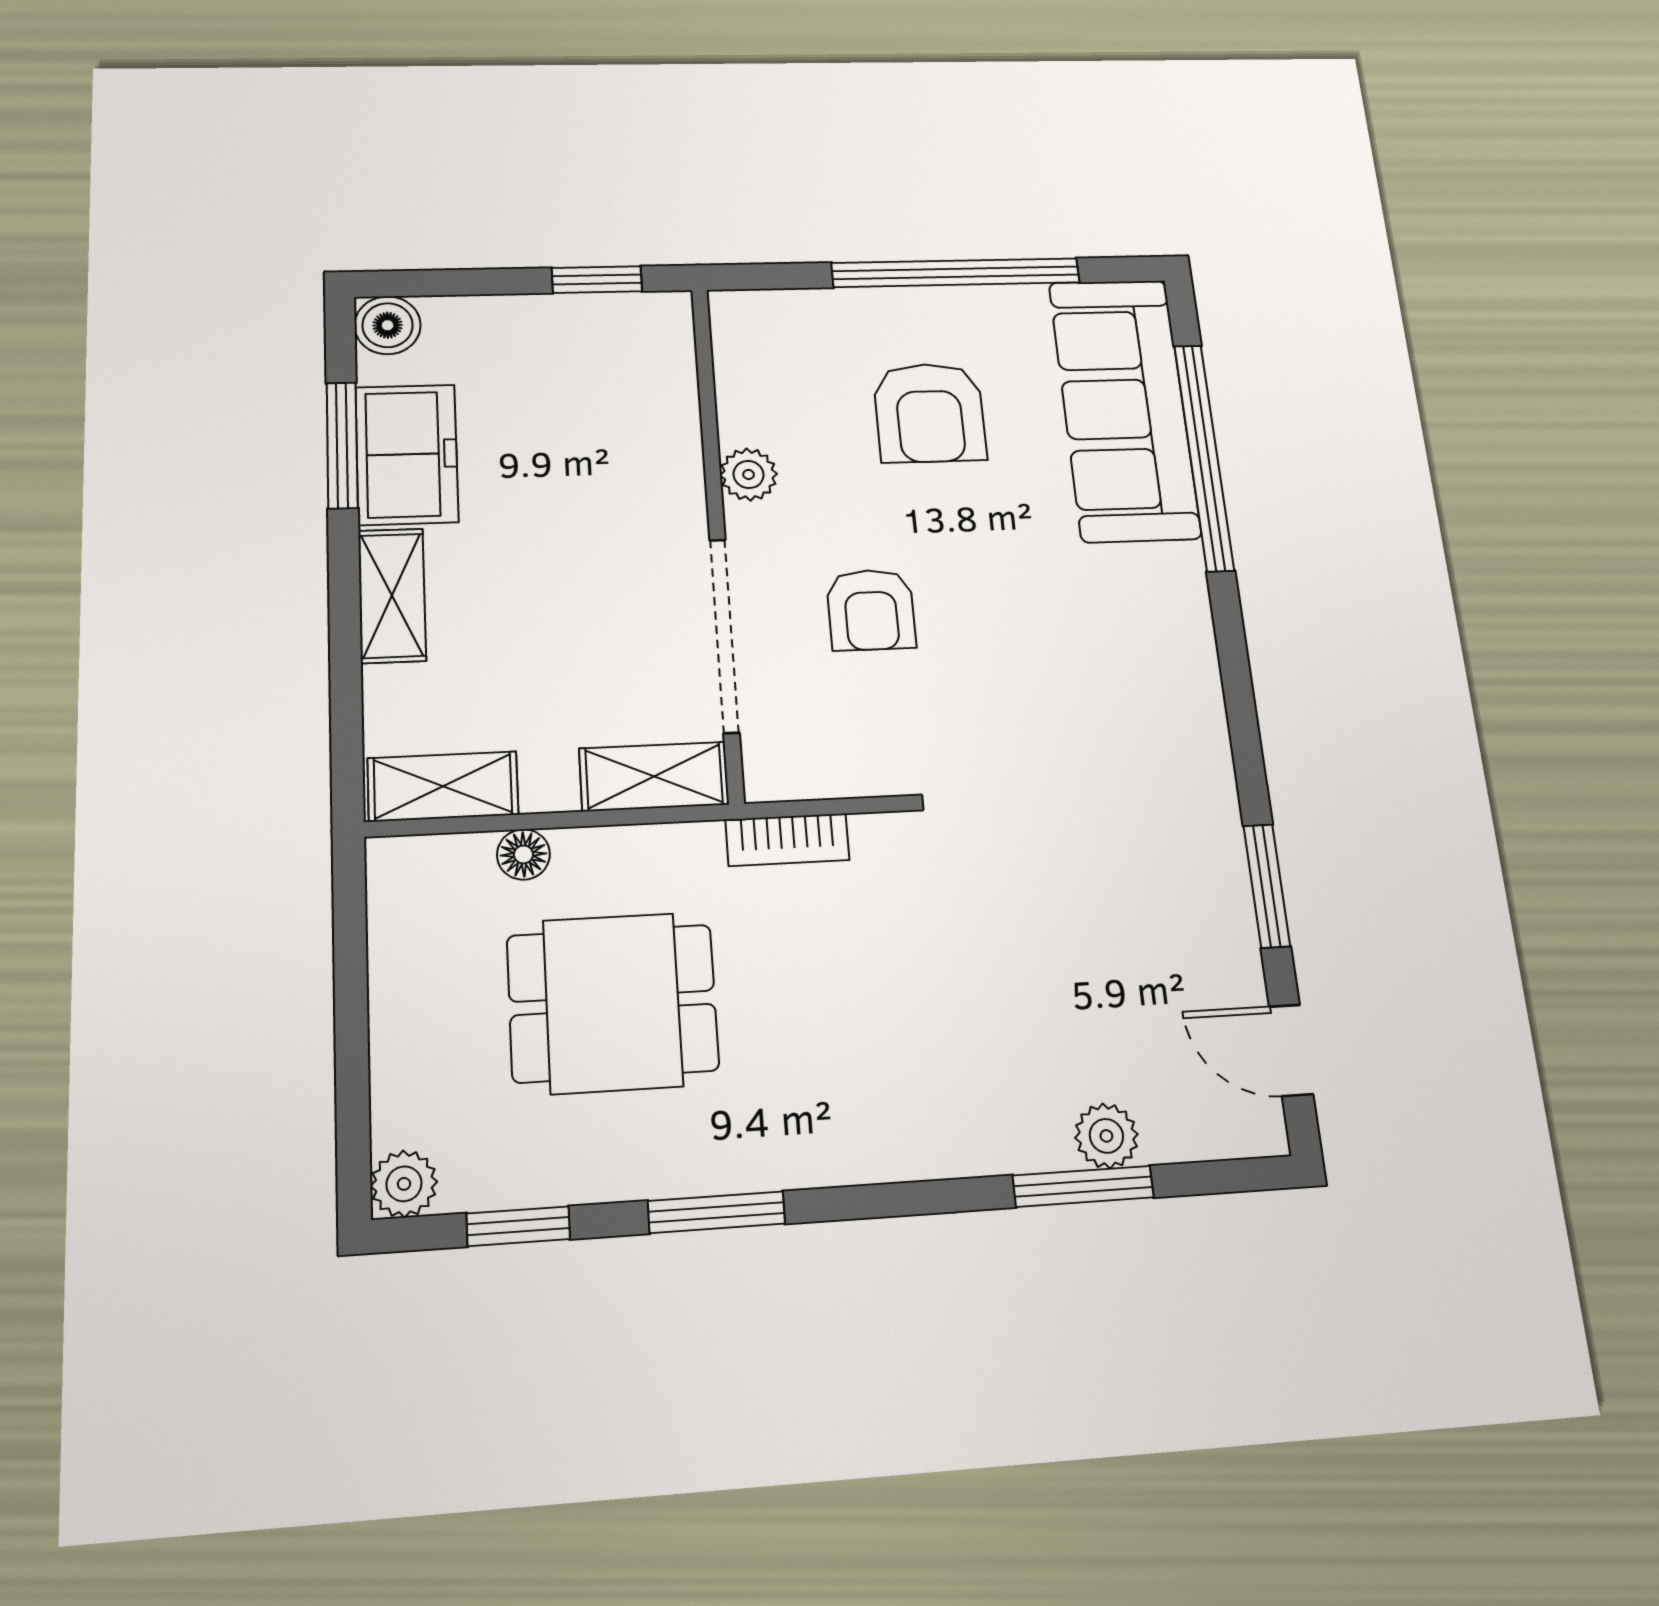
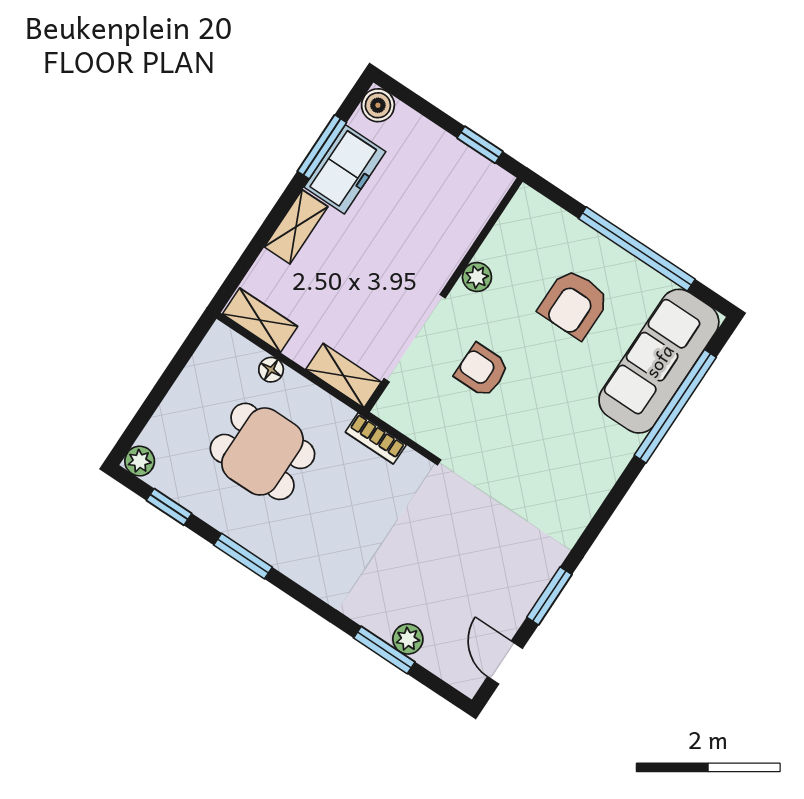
armchair: (871, 610) -> (482, 370), turned 90

